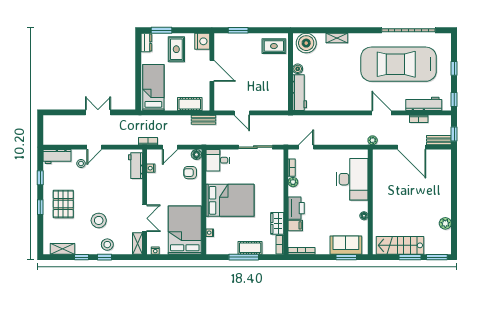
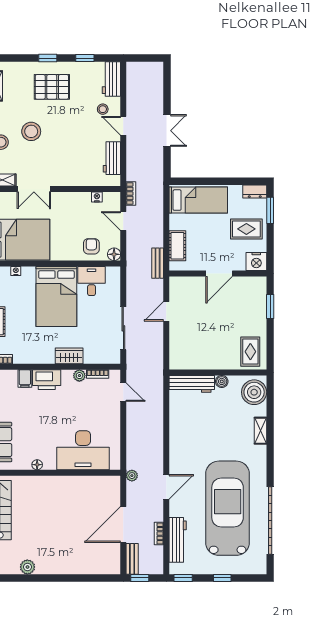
desk: (218, 160) -> (91, 281), moved
workbench: (136, 166) -> (112, 158), moved, turned -90
wardrobe: (277, 223) -> (69, 356), moved

